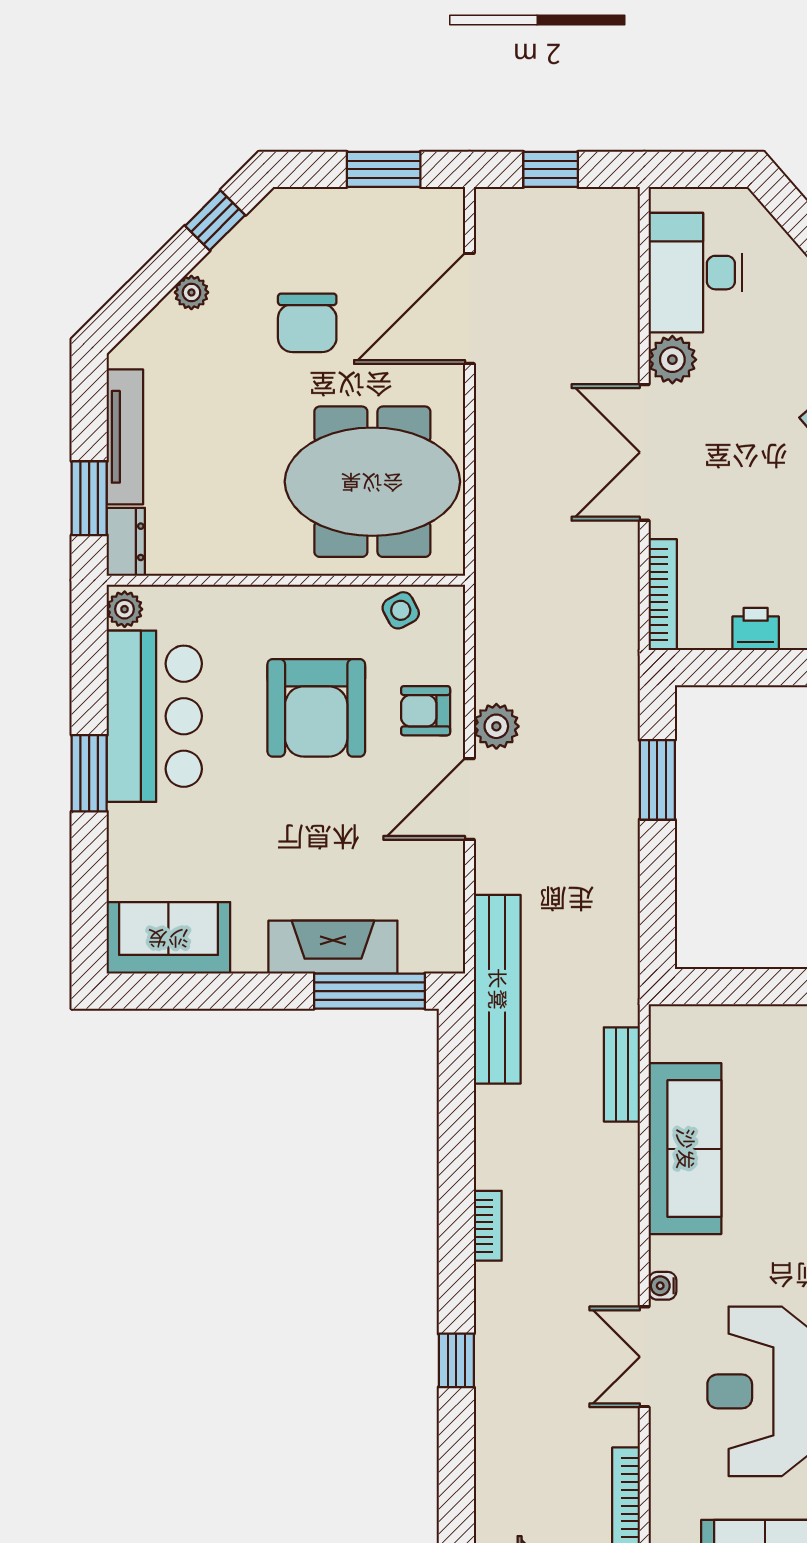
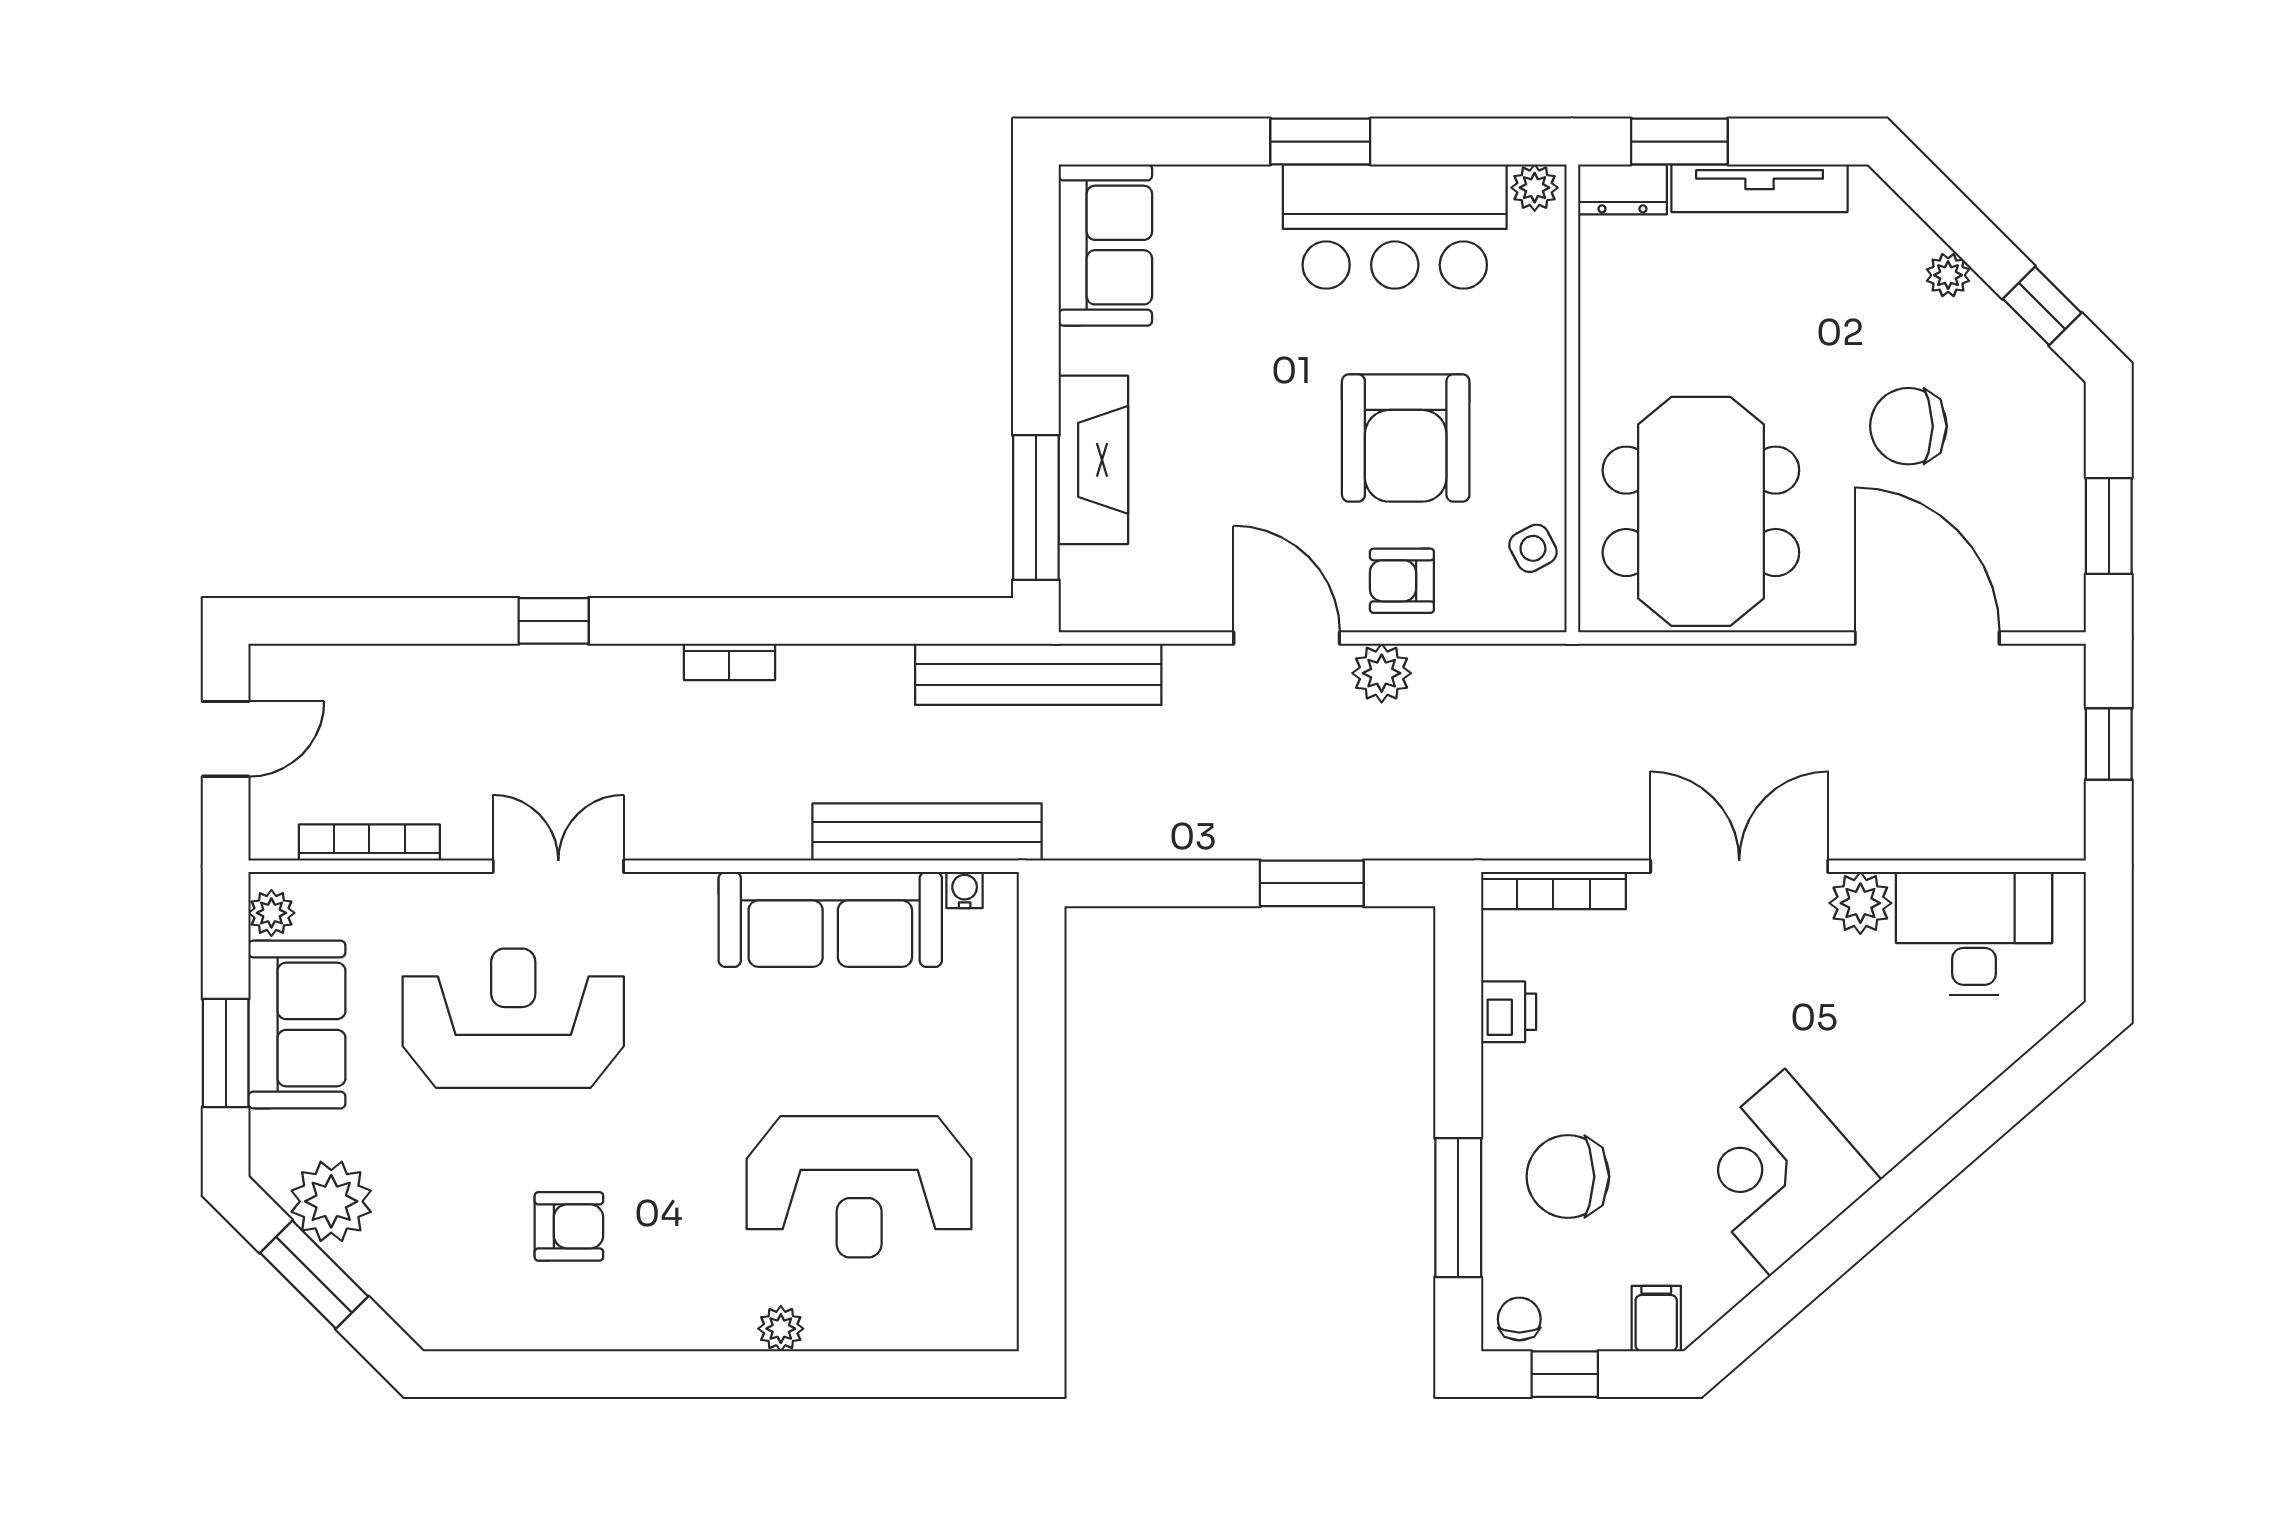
armchair: (316, 708) -> (1406, 438), turned -90
armchair: (426, 711) -> (1402, 581), turned -90
bench: (622, 1074) -> (927, 832), width x1.86, depth x1.21
water cooler: (662, 1286) -> (965, 890), moved

